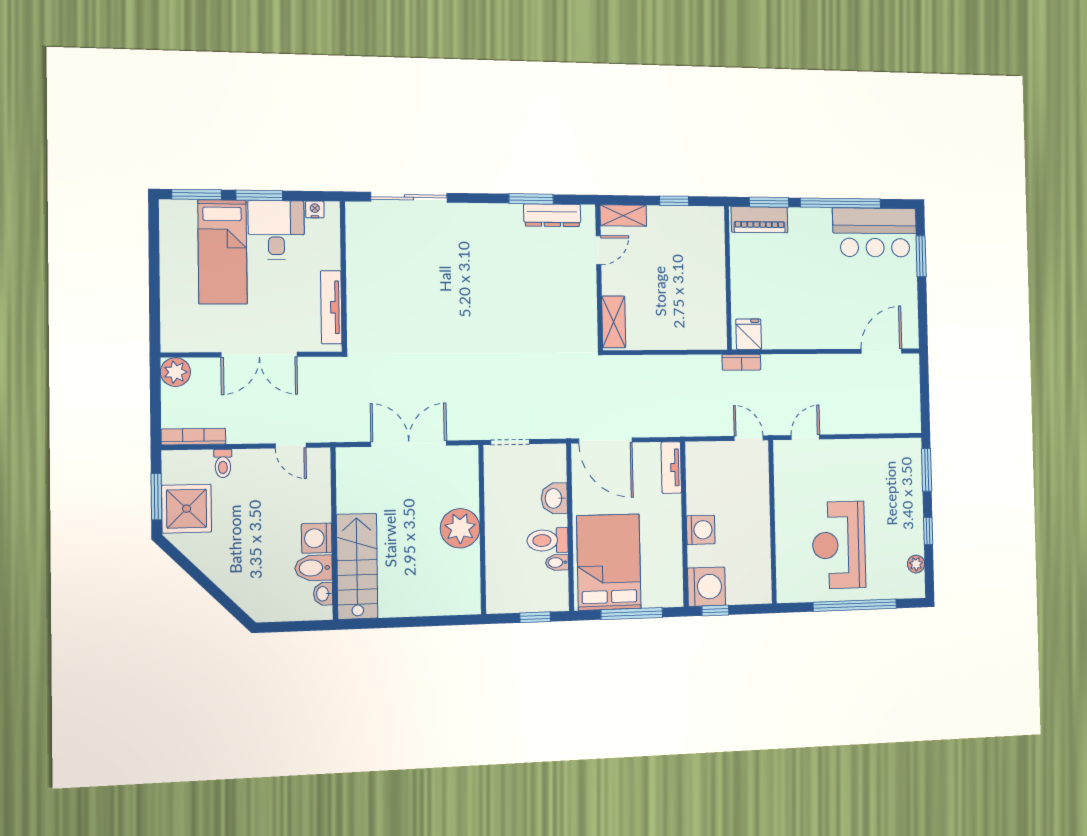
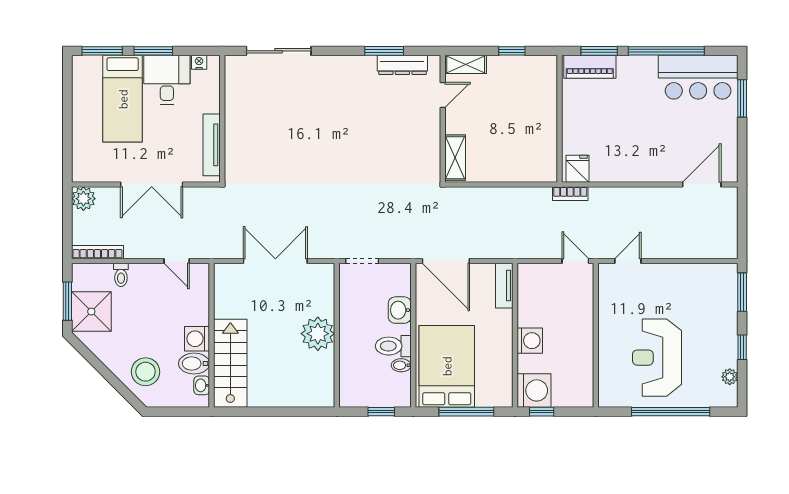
stool: (254, 580) -> (146, 372), added

